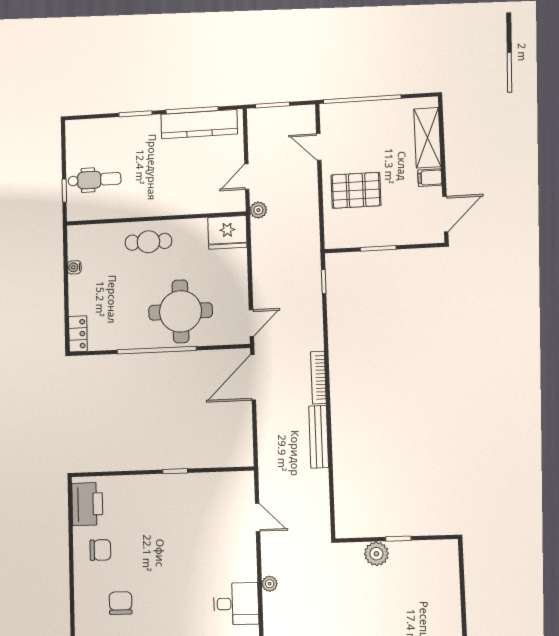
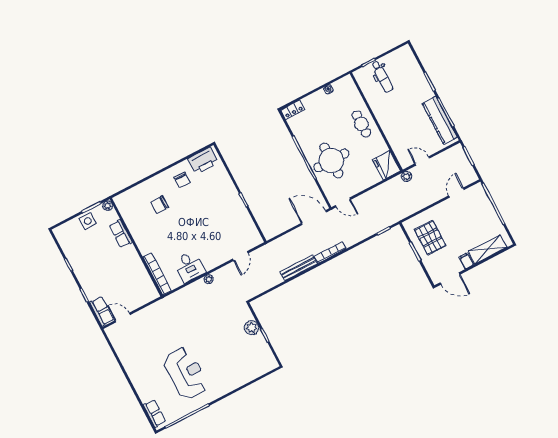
pallet: (356, 190) -> (430, 238), moved
chair: (121, 603) -> (159, 205), turned 180

